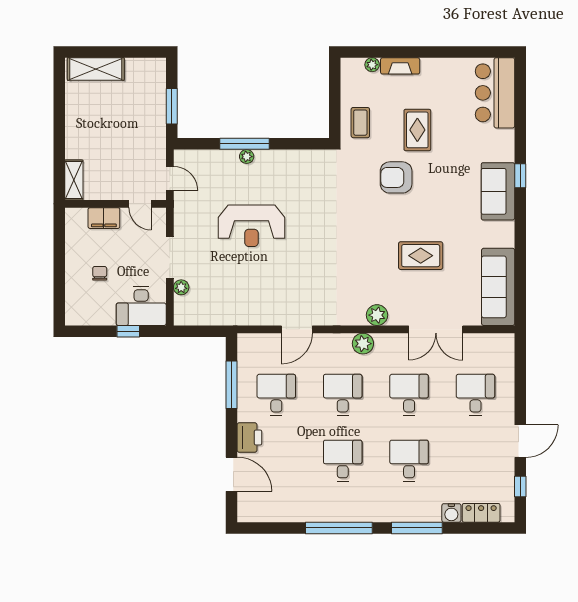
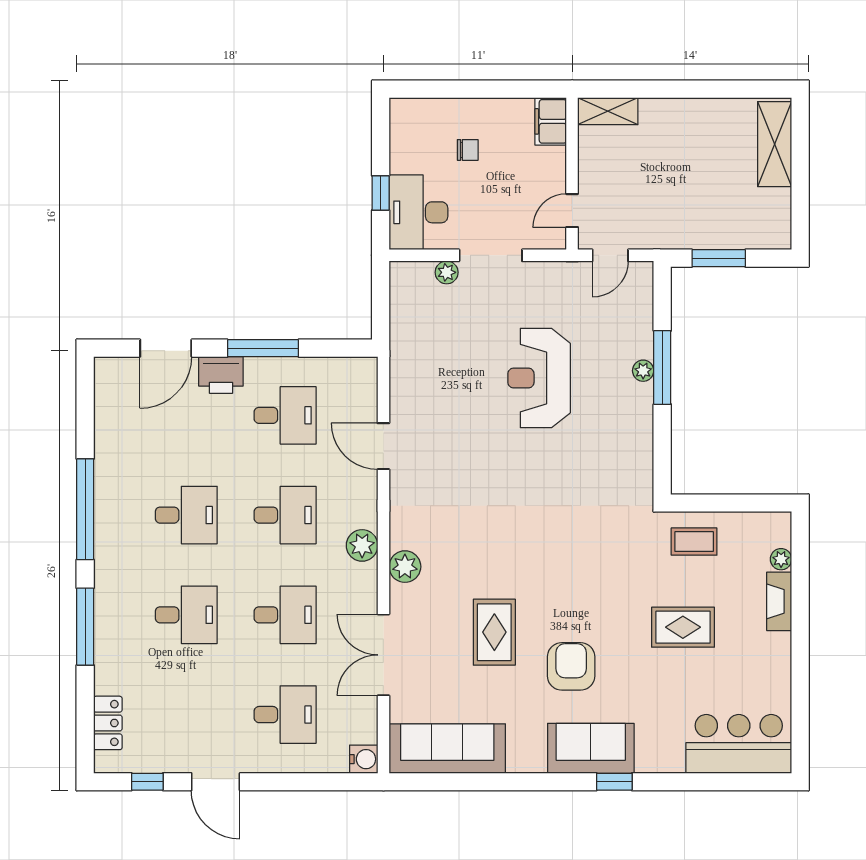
armchair: (396, 177) -> (571, 666), moved
filing cabinet: (104, 218) -> (551, 121), moved
window: (232, 385) -> (263, 348), moved
water cooler: (451, 513) -> (364, 759), moved, turned 180

